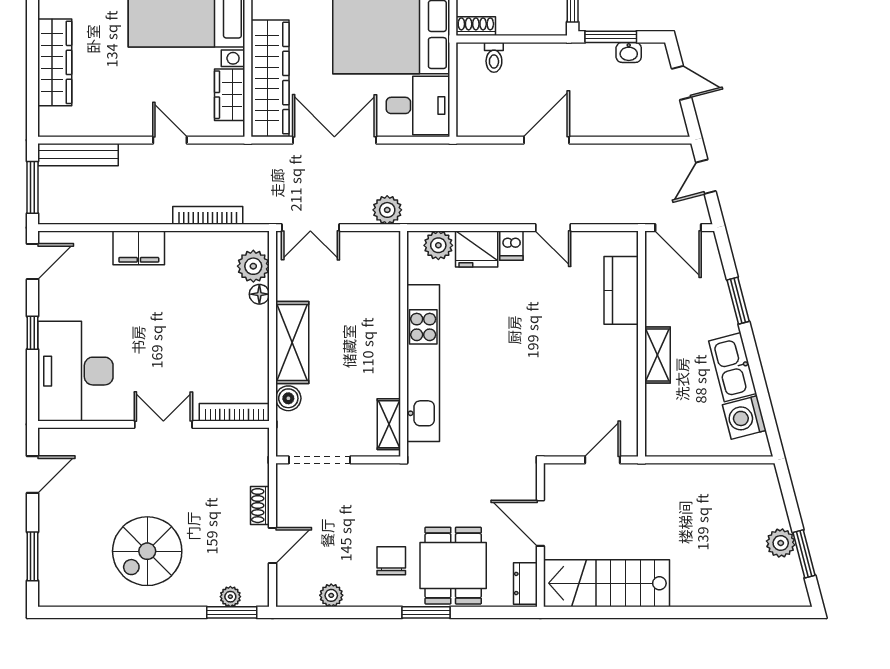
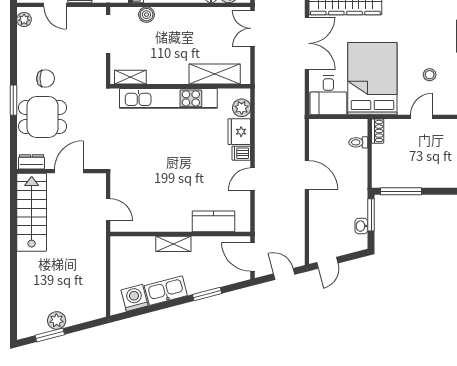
door: (682, 83) -> (327, 263), moved
plant: (387, 210) -> (263, 76), removed
door: (678, 228) -> (253, 257), hinge flipped
shelving: (292, 342) -> (215, 74), moved
plant: (331, 595) -> (24, 19), moved

